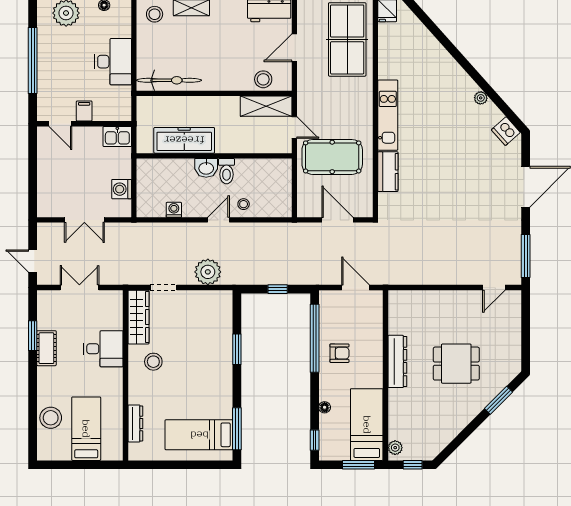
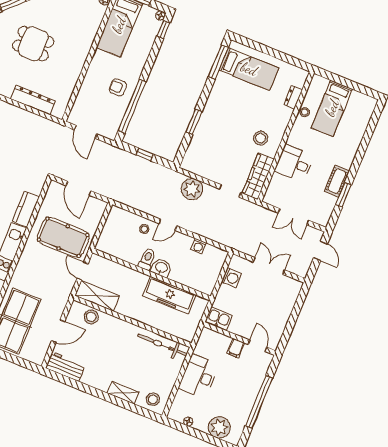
dresser: (397, 361) -> (33, 100), moved, turned 90
floor lamp: (325, 407) -> (160, 15), moved
stool: (51, 418) -> (305, 112), moved, width x0.53, depth x0.53
dresser: (135, 423) -> (293, 97), width x0.70

